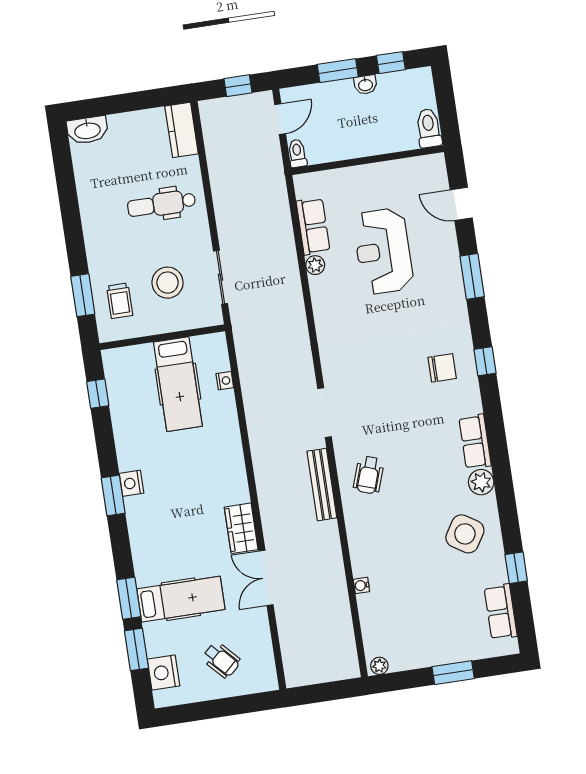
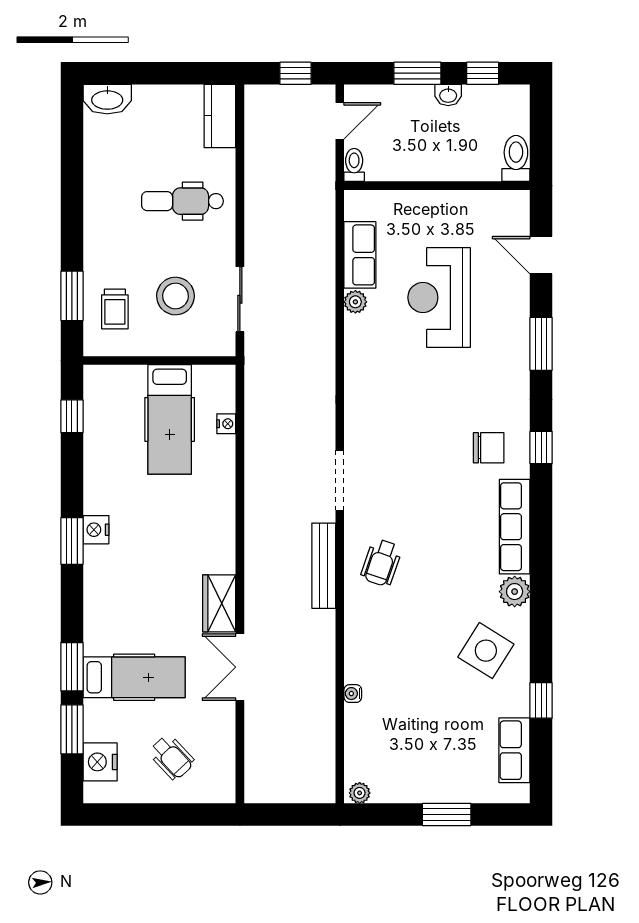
row of seats: (475, 442) -> (515, 527), width x1.48

